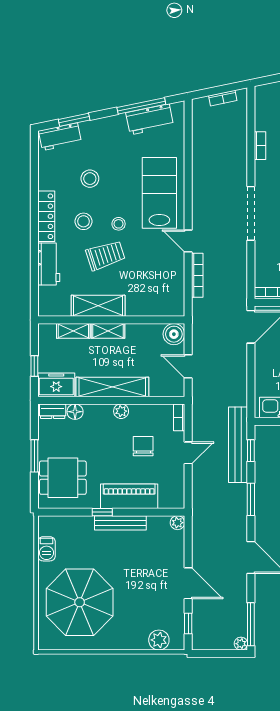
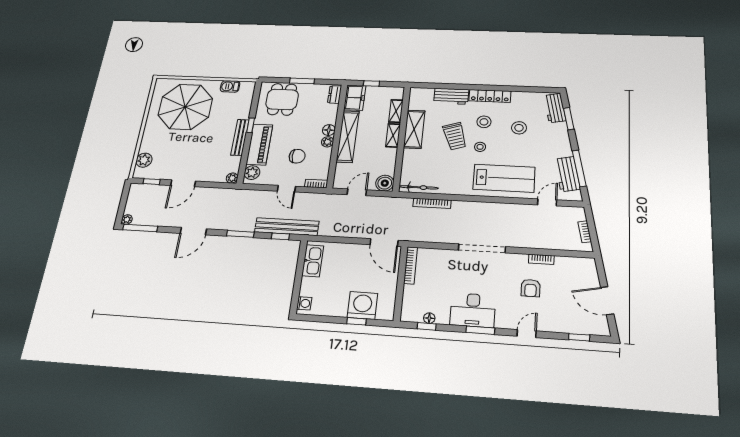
door: (188, 241) -> (547, 202), moved
bicycle: (177, 293) -> (419, 187), added
floor lamp: (75, 412) -> (329, 130), moved
plant: (169, 499) -> (252, 173), added

